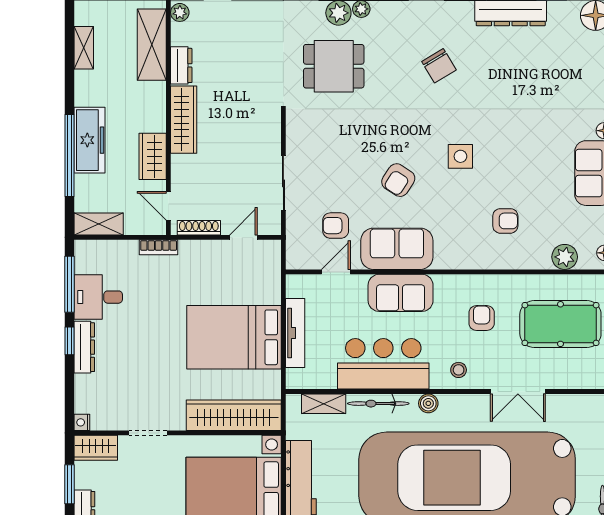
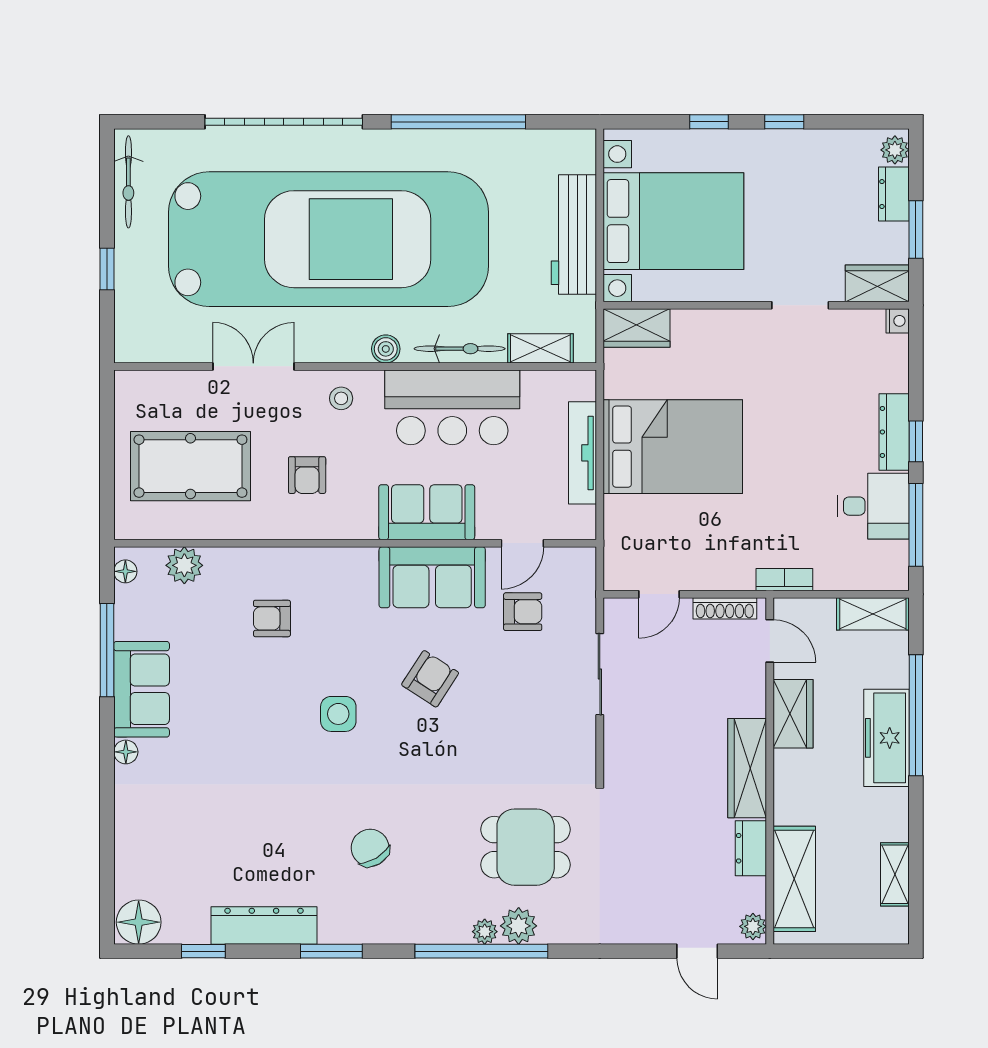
wardrobe: (234, 415) -> (637, 328), width x0.48, depth x0.85

